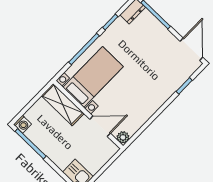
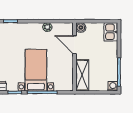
bed with nightstands: (93, 77) -> (36, 70), moved, turned 90
plant: (123, 137) -> (47, 27), moved
boiler: (111, 149) -> (81, 27), added

